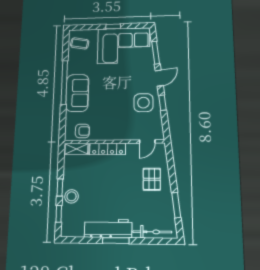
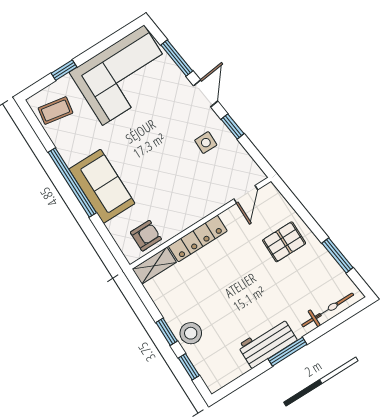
window: (113, 26) -> (64, 70), moved
side table: (143, 103) -> (206, 143), width x0.54, depth x0.54
pallet: (152, 179) -> (284, 242), turned 90
workbench: (108, 228) -> (267, 343), width x0.73

